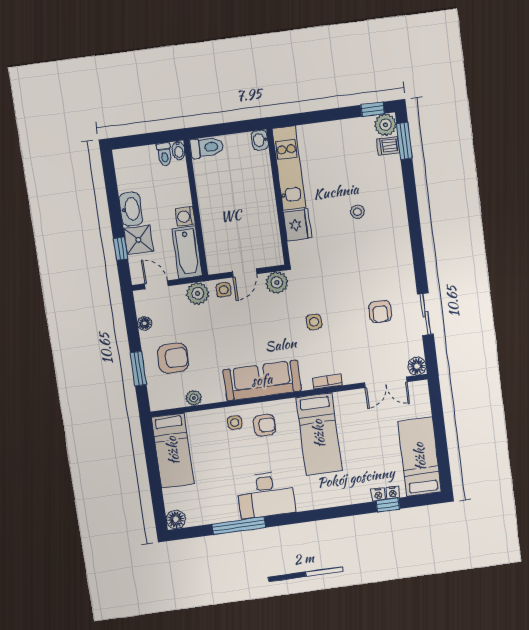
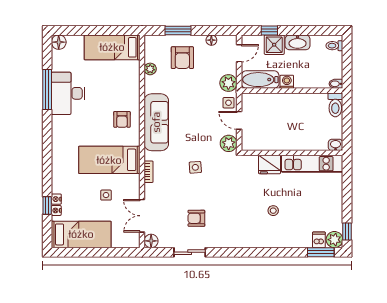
toilet: (164, 154) -> (334, 46), moved
side table: (235, 423) -> (106, 195), moved
desk: (266, 495) -> (68, 93), moved

